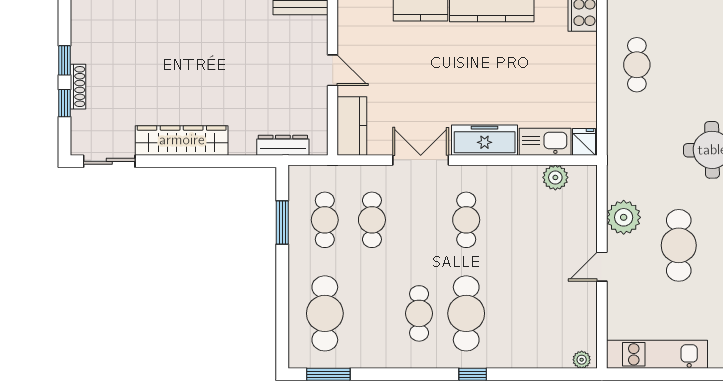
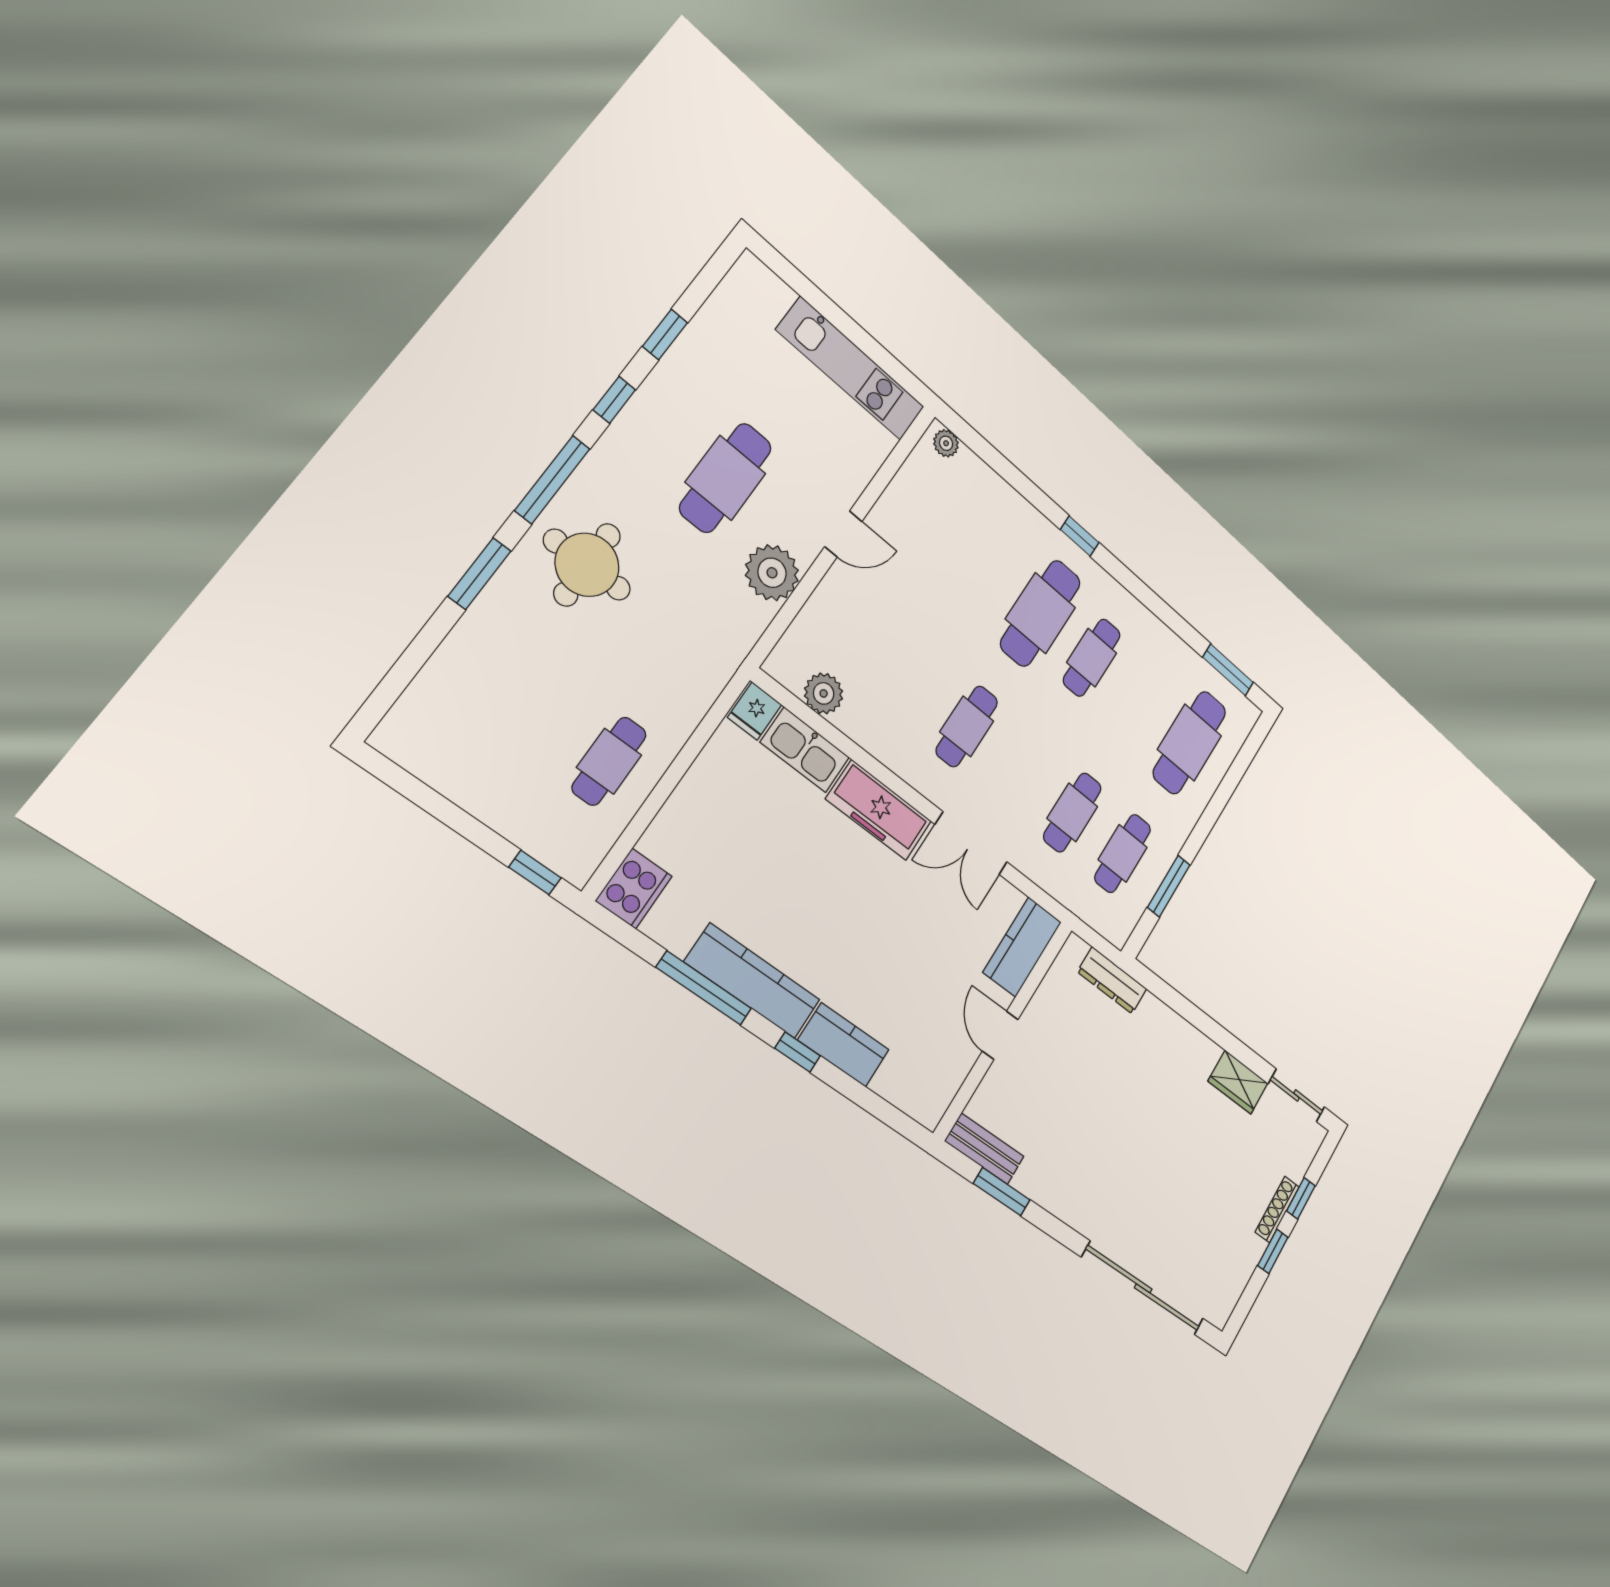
wardrobe: (182, 140) -> (1238, 1082), width x0.48, depth x0.85

